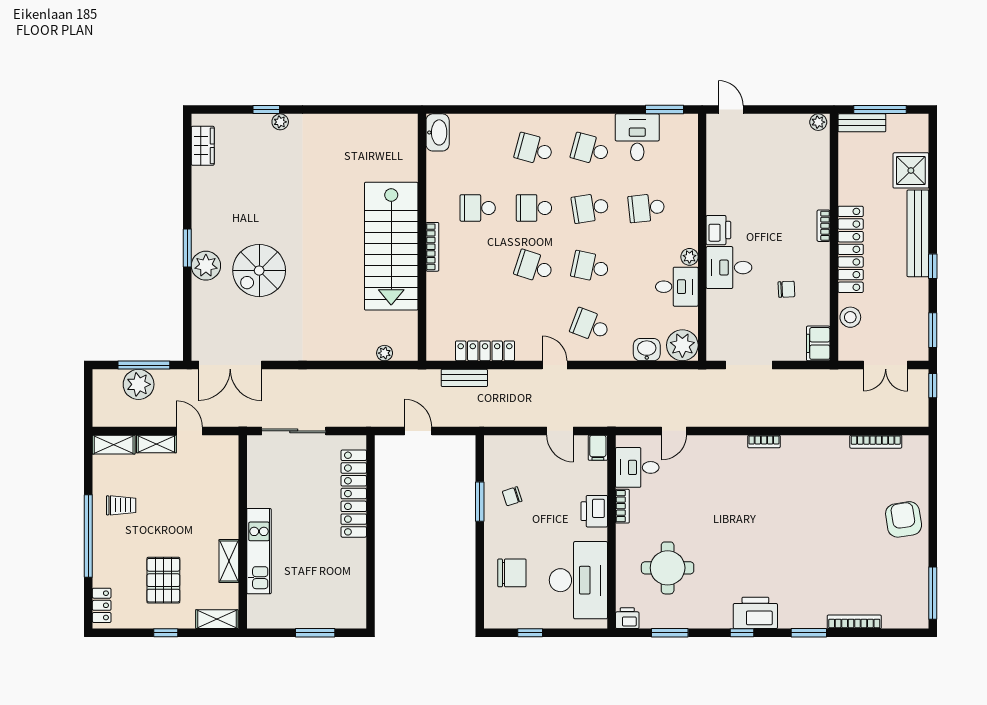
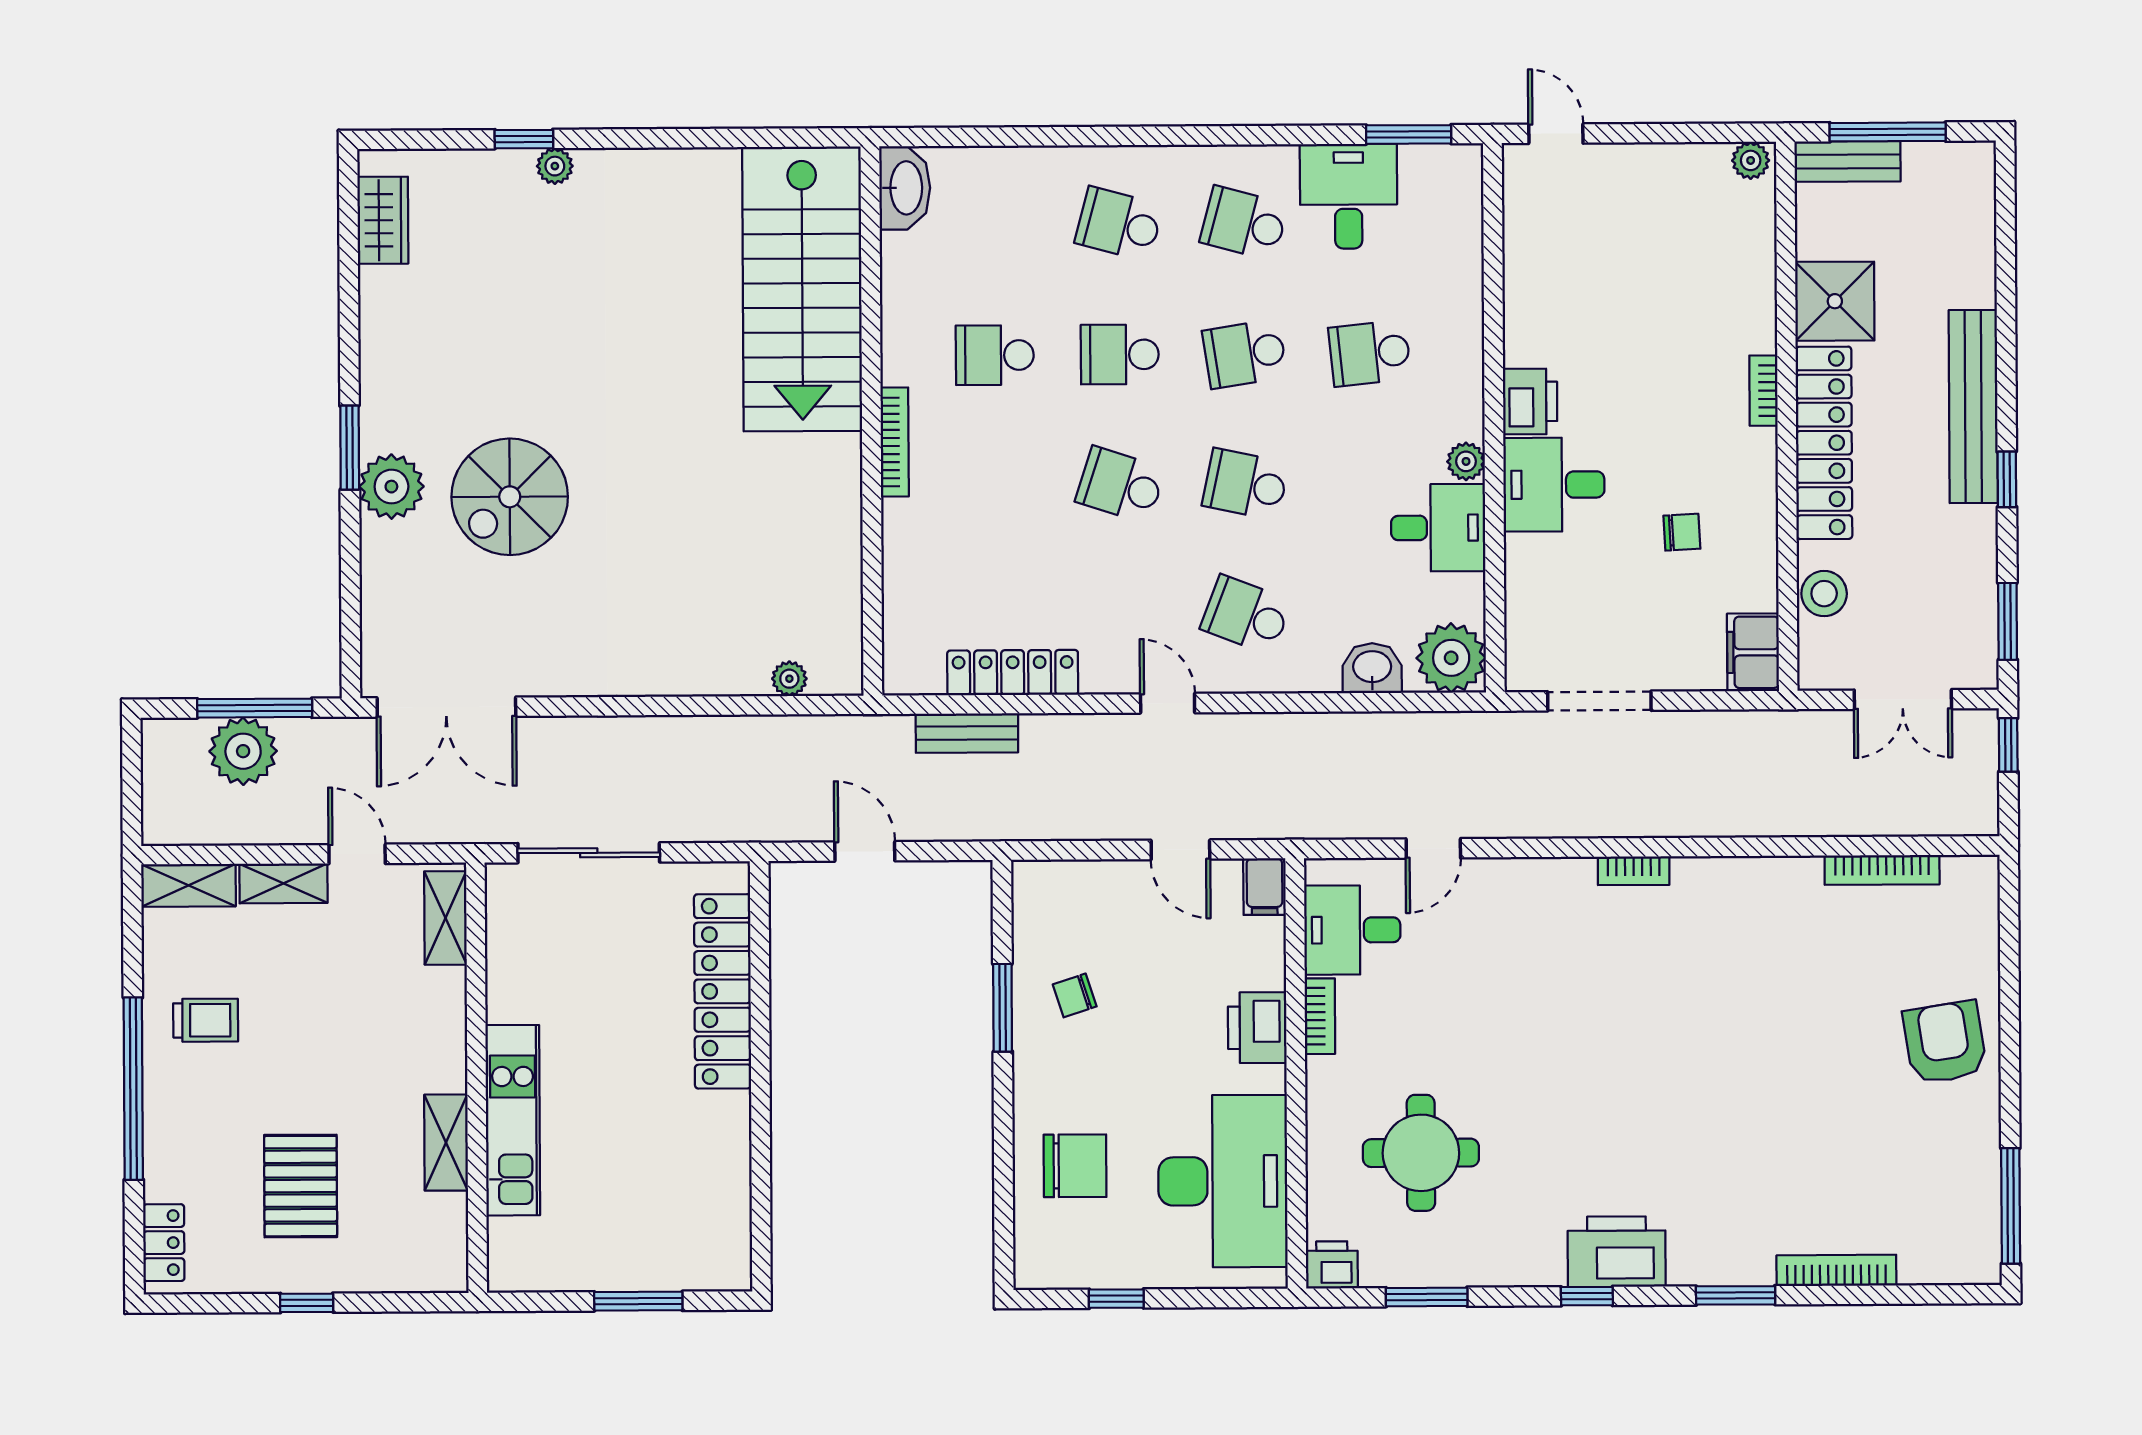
shower: (911, 170) -> (1835, 301), moved
stairs: (391, 246) -> (802, 289), moved
shelving: (217, 619) -> (446, 918), moved, turned 90

